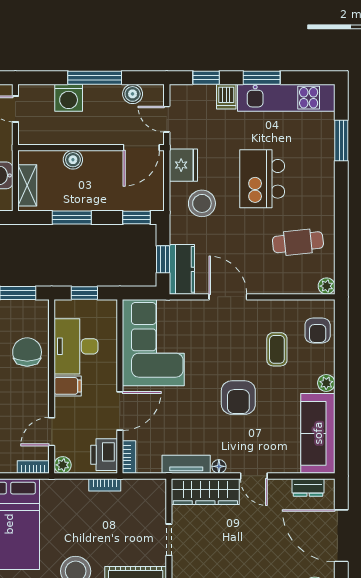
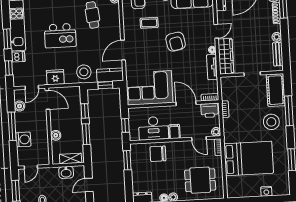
stool: (202, 203) -> (84, 72), moved
window: (136, 218) -> (85, 111), moved
armchair: (238, 398) -> (176, 42), turned 79

